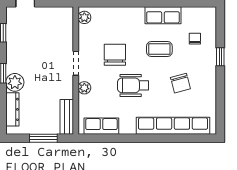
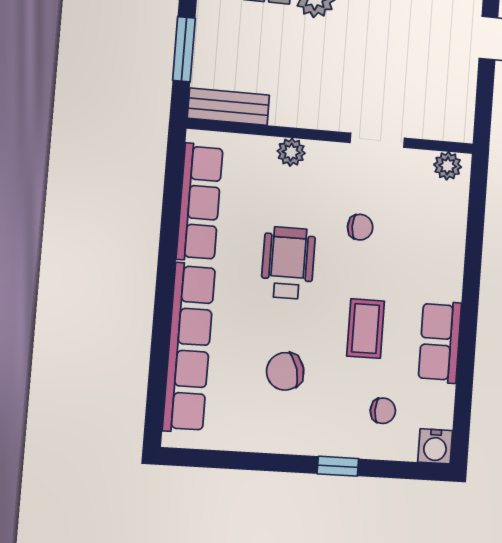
water cooler: (209, 14) -> (435, 446), added
chair: (115, 55) -> (360, 227), width x0.54, depth x0.54
doorway: (76, 63) -> (377, 140), moved
row of seats: (101, 126) -> (200, 202), width x1.48

